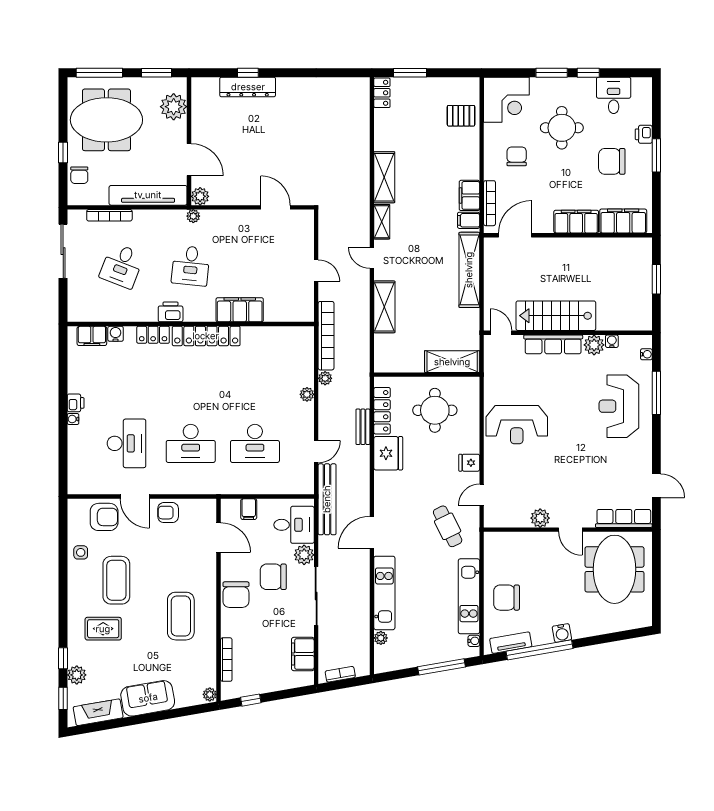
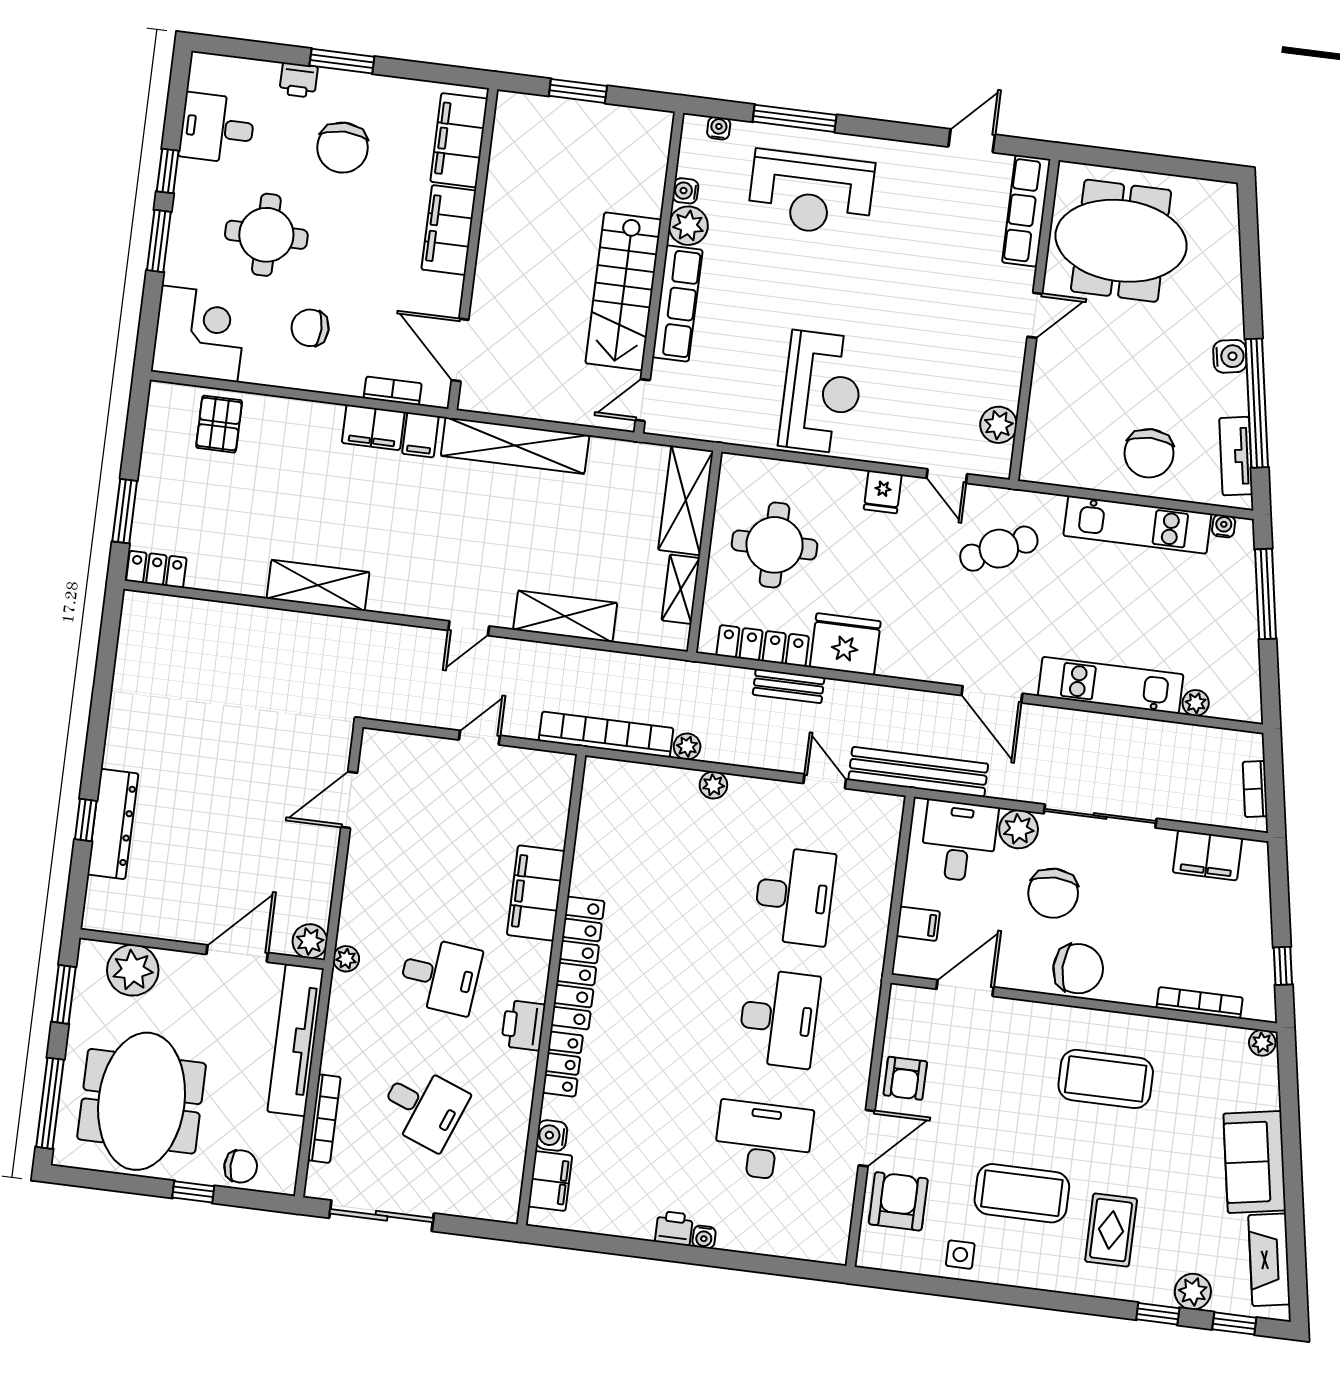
bookcase: (490, 203) -> (393, 391), width x0.64
shelving: (382, 222) -> (681, 589), moved, turned 90
plant: (540, 518) -> (999, 425), moved

